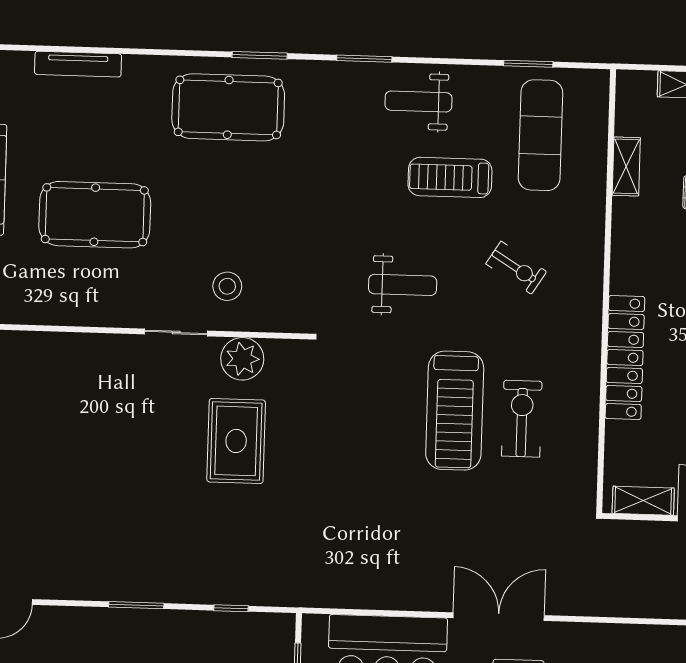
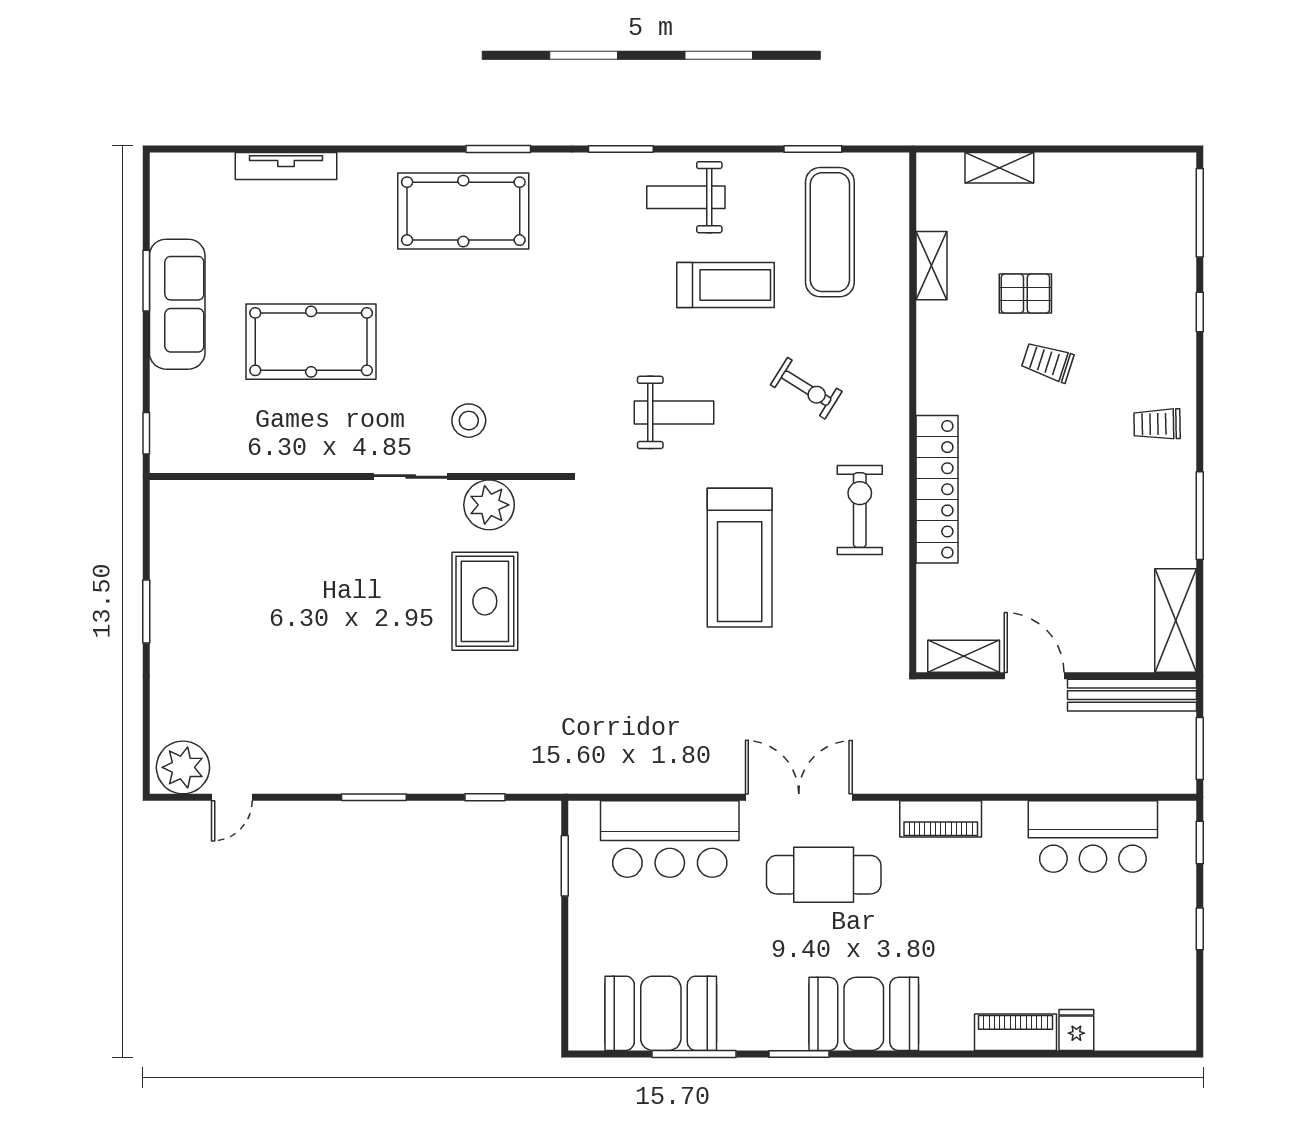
treadmill: (450, 177) -> (726, 285), turned 180
exercise bike: (522, 419) -> (860, 510), moved
piano: (619, 639) -> (941, 819), added

